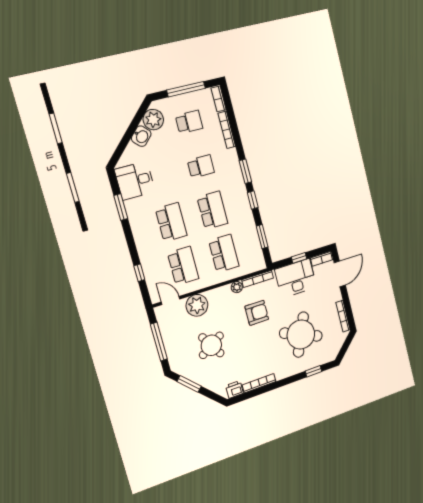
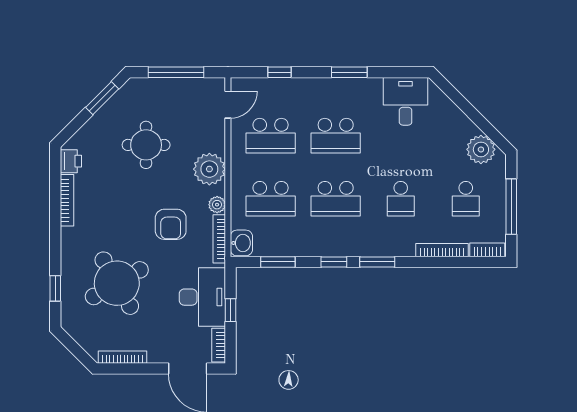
washbasin: (141, 136) -> (241, 243), moved, turned -135
window: (121, 207) -> (349, 72), moved
plant: (197, 305) -> (209, 169), moved
round table: (301, 335) -> (117, 283), turned 37
round table: (211, 345) -> (146, 145), turned 32

